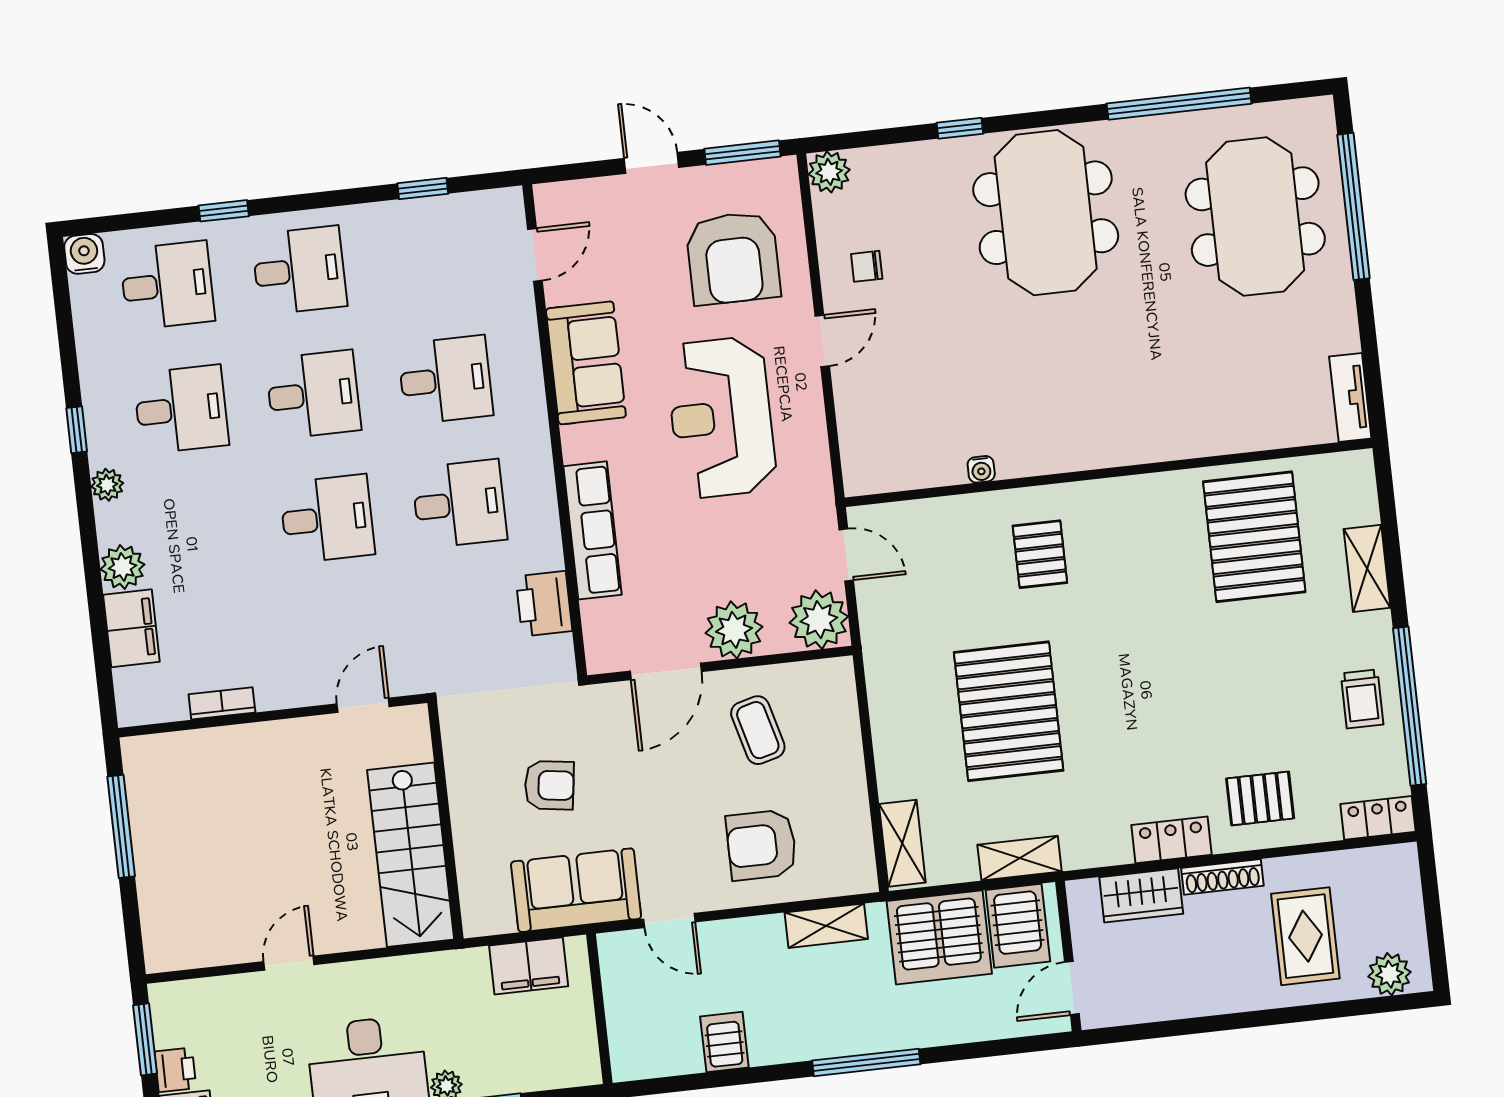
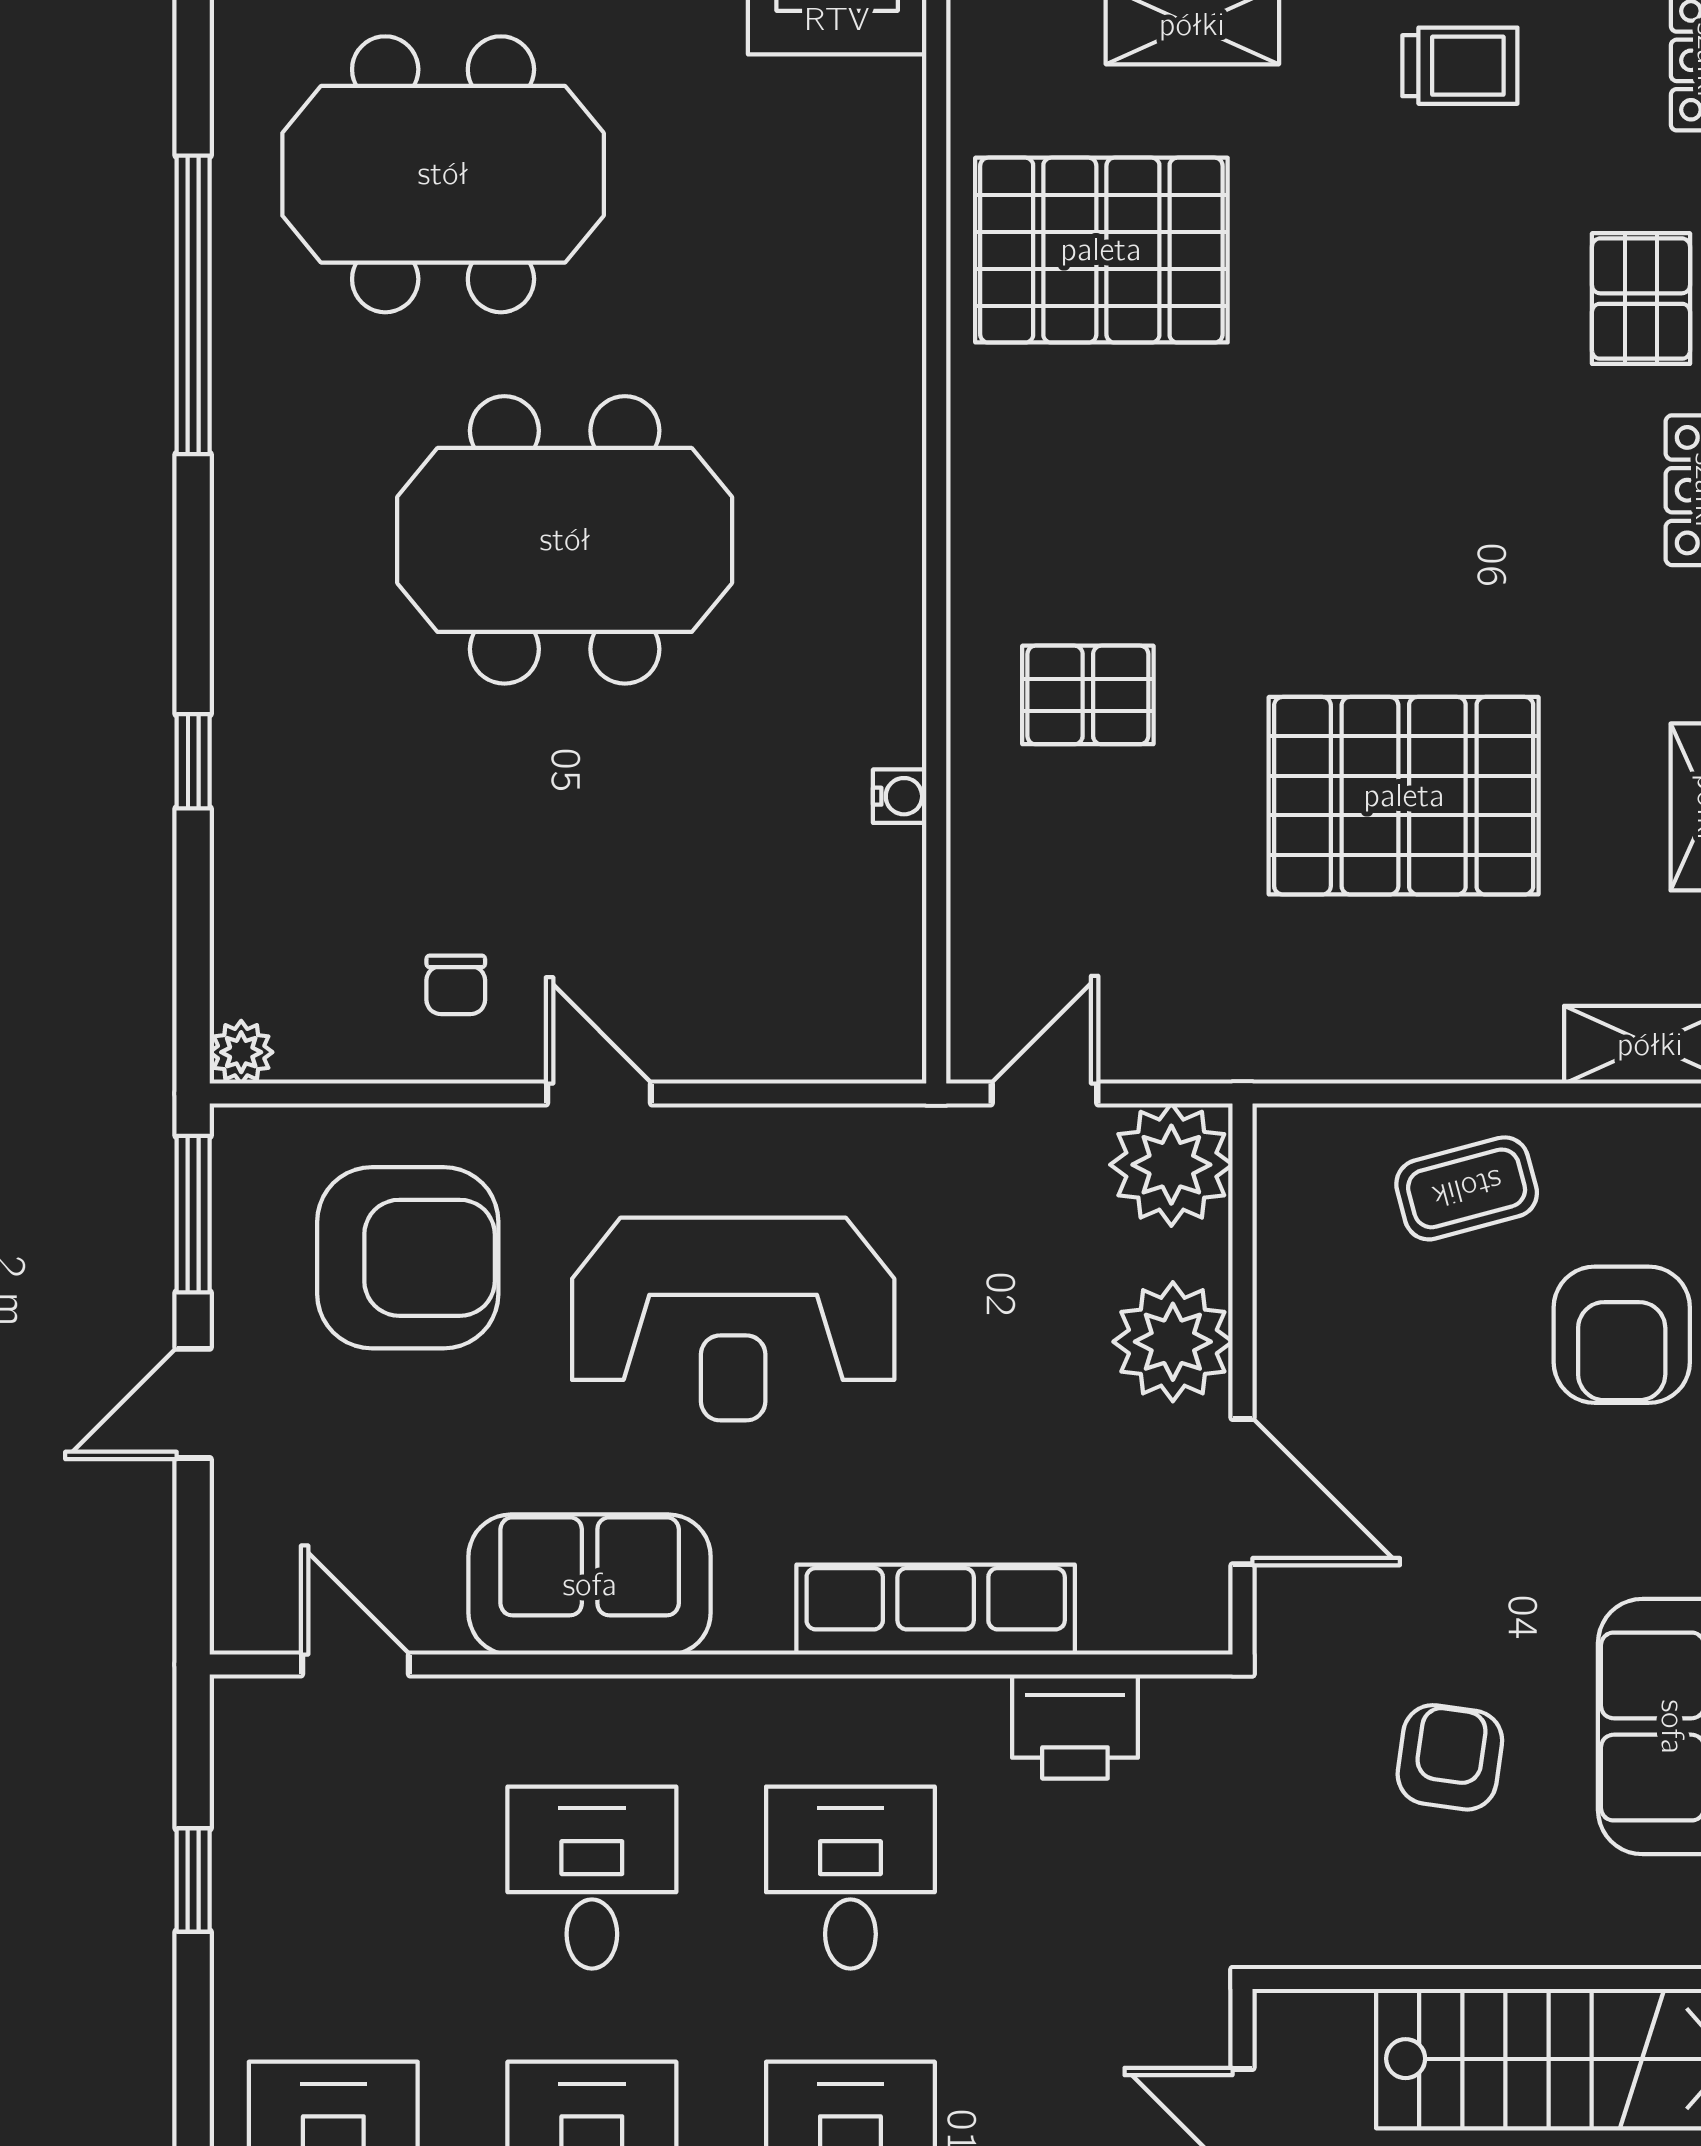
plant: (829, 172) -> (241, 1052), width x0.73, depth x0.73
meeting table: (1046, 213) -> (565, 540), moved
coffee table: (758, 730) -> (1467, 1188), moved

